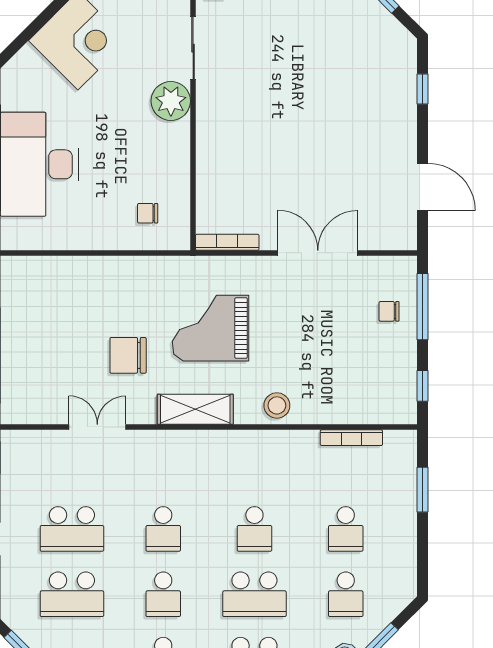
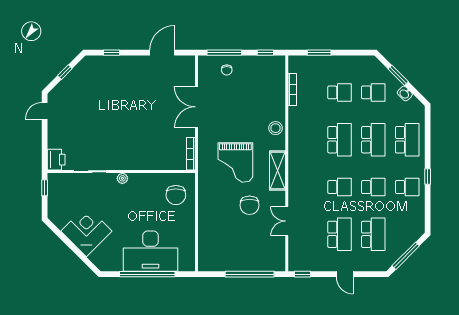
plant: (171, 101) -> (122, 178), width x0.53, depth x0.53
chair: (148, 213) -> (176, 195), width x1.87, depth x1.87
school desk: (254, 529) -> (340, 140), width x1.85

